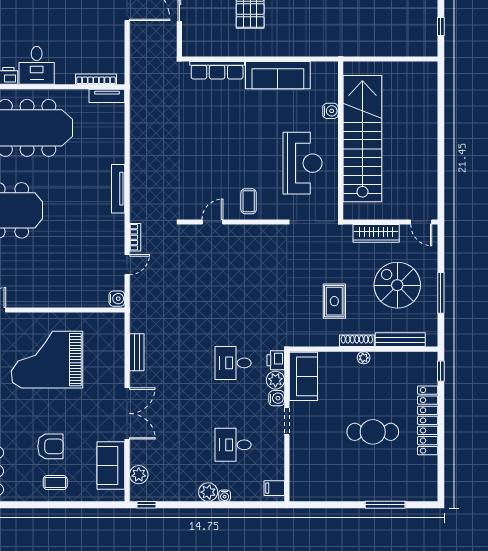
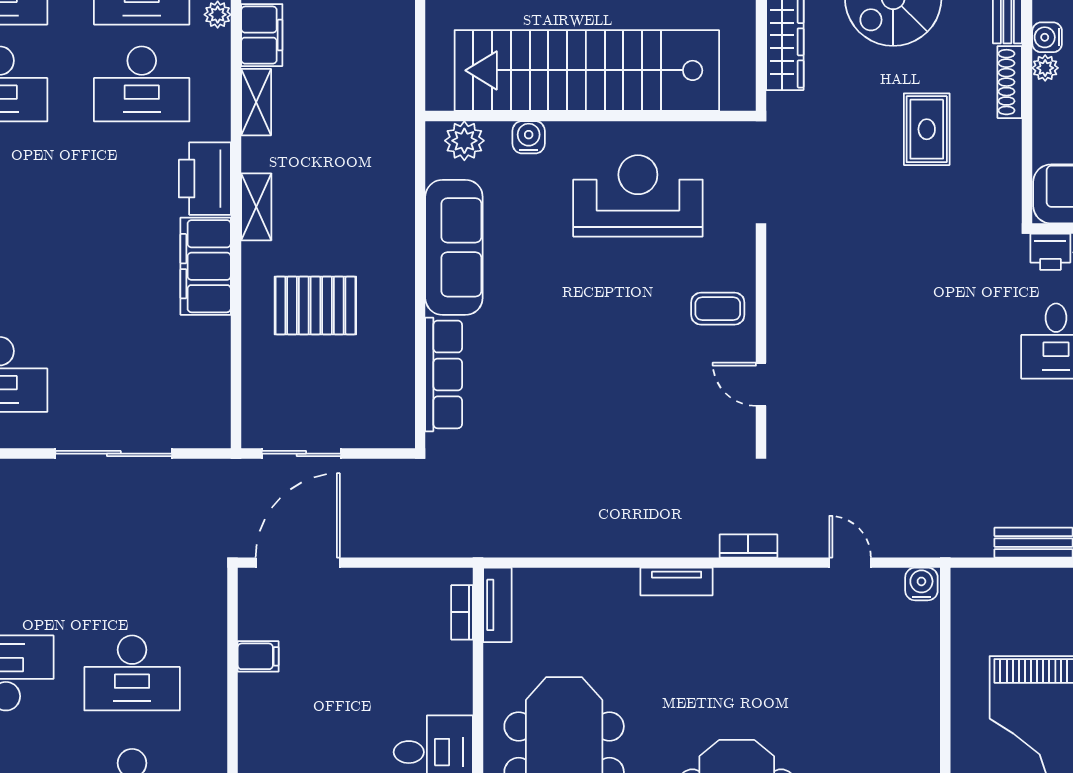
bookcase: (96, 79) -> (462, 612), width x0.64
plant: (329, 80) -> (464, 141), added
tv unit: (118, 189) -> (677, 582), width x0.71
bookcase: (135, 237) -> (748, 546), moved
rug: (334, 301) -> (927, 129), turned 90
water cooler: (378, 359) -> (1047, 37), added

